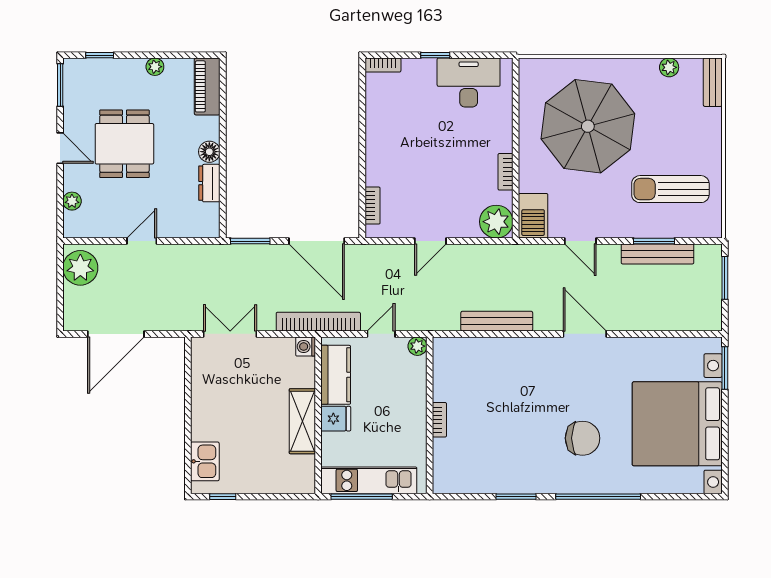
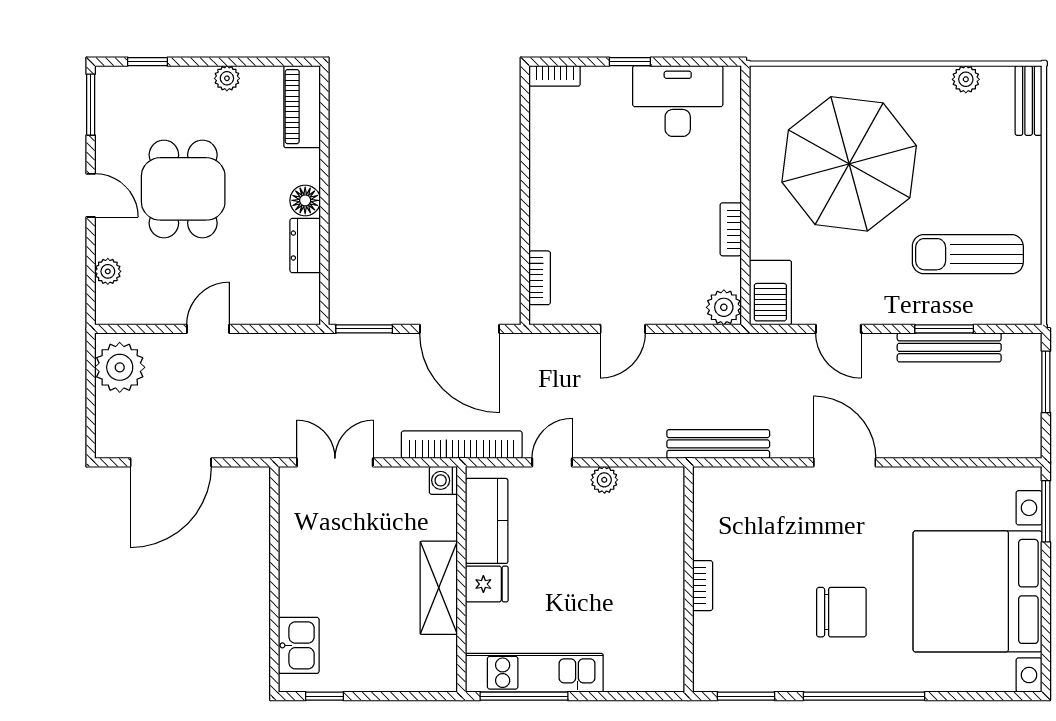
plant: (496, 222) -> (724, 307), width x0.73, depth x0.73
wall: (430, 415) -> (689, 579), moved
bookcase: (439, 420) -> (703, 586), moved

